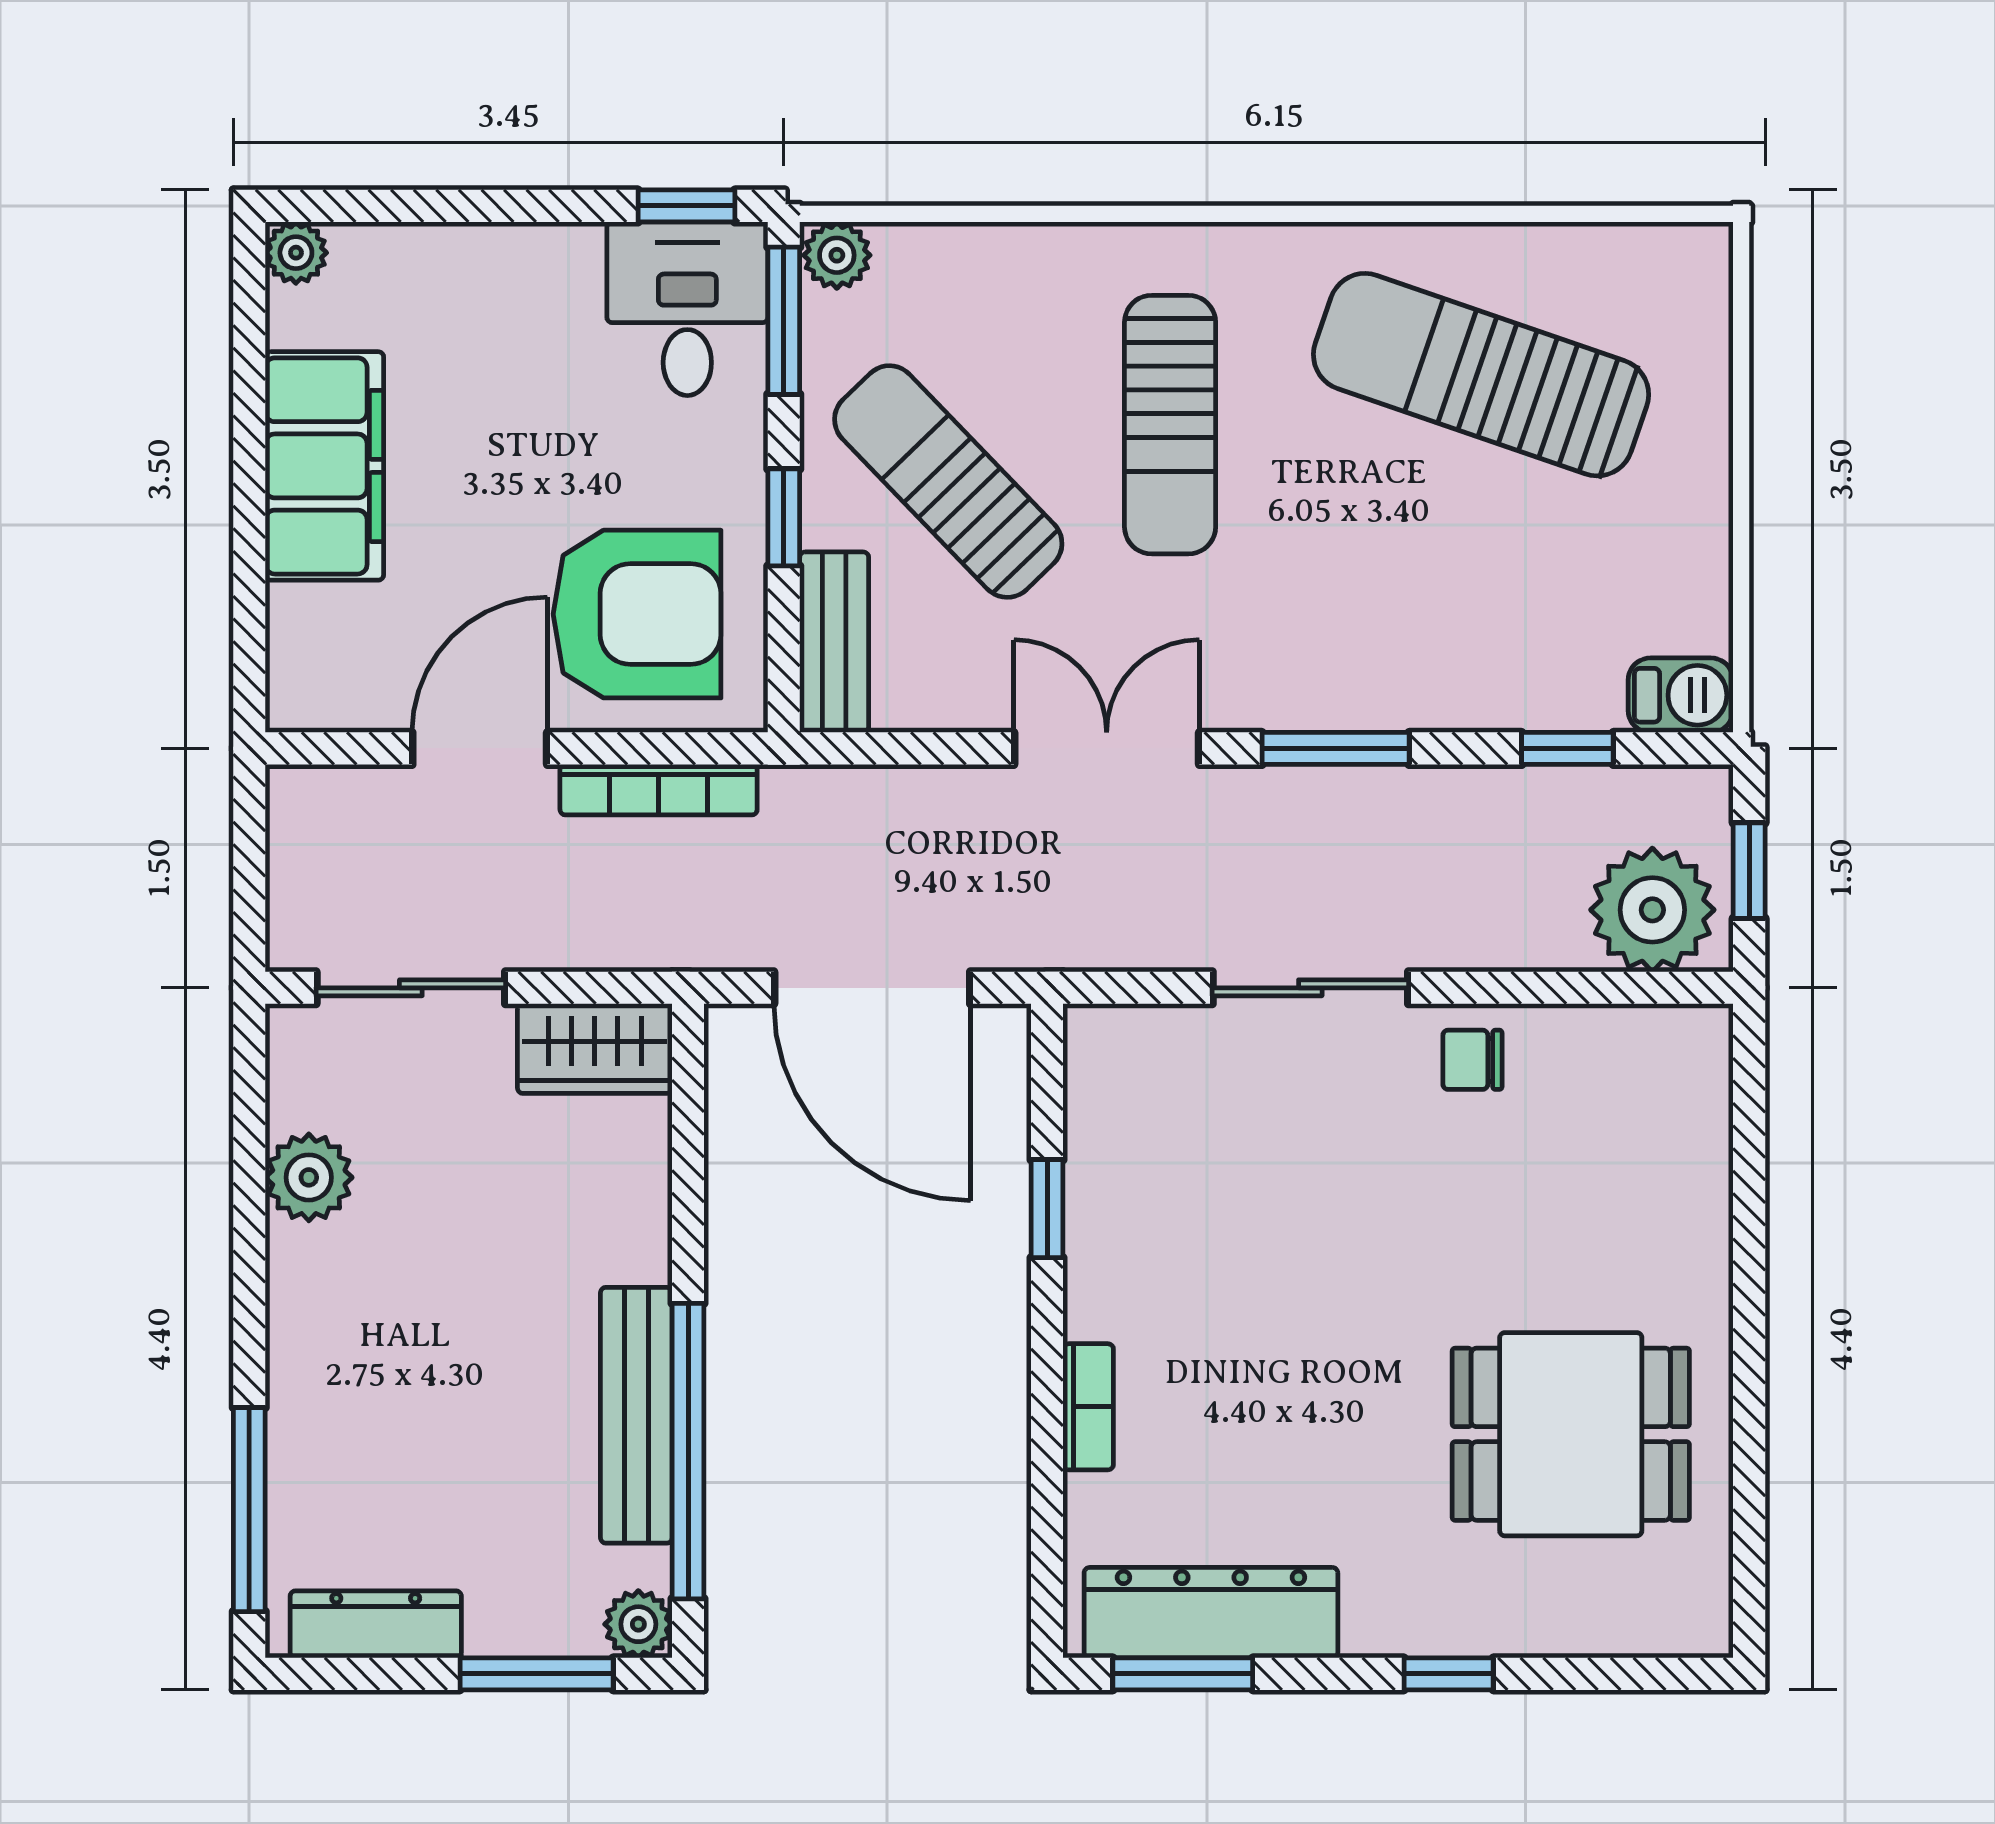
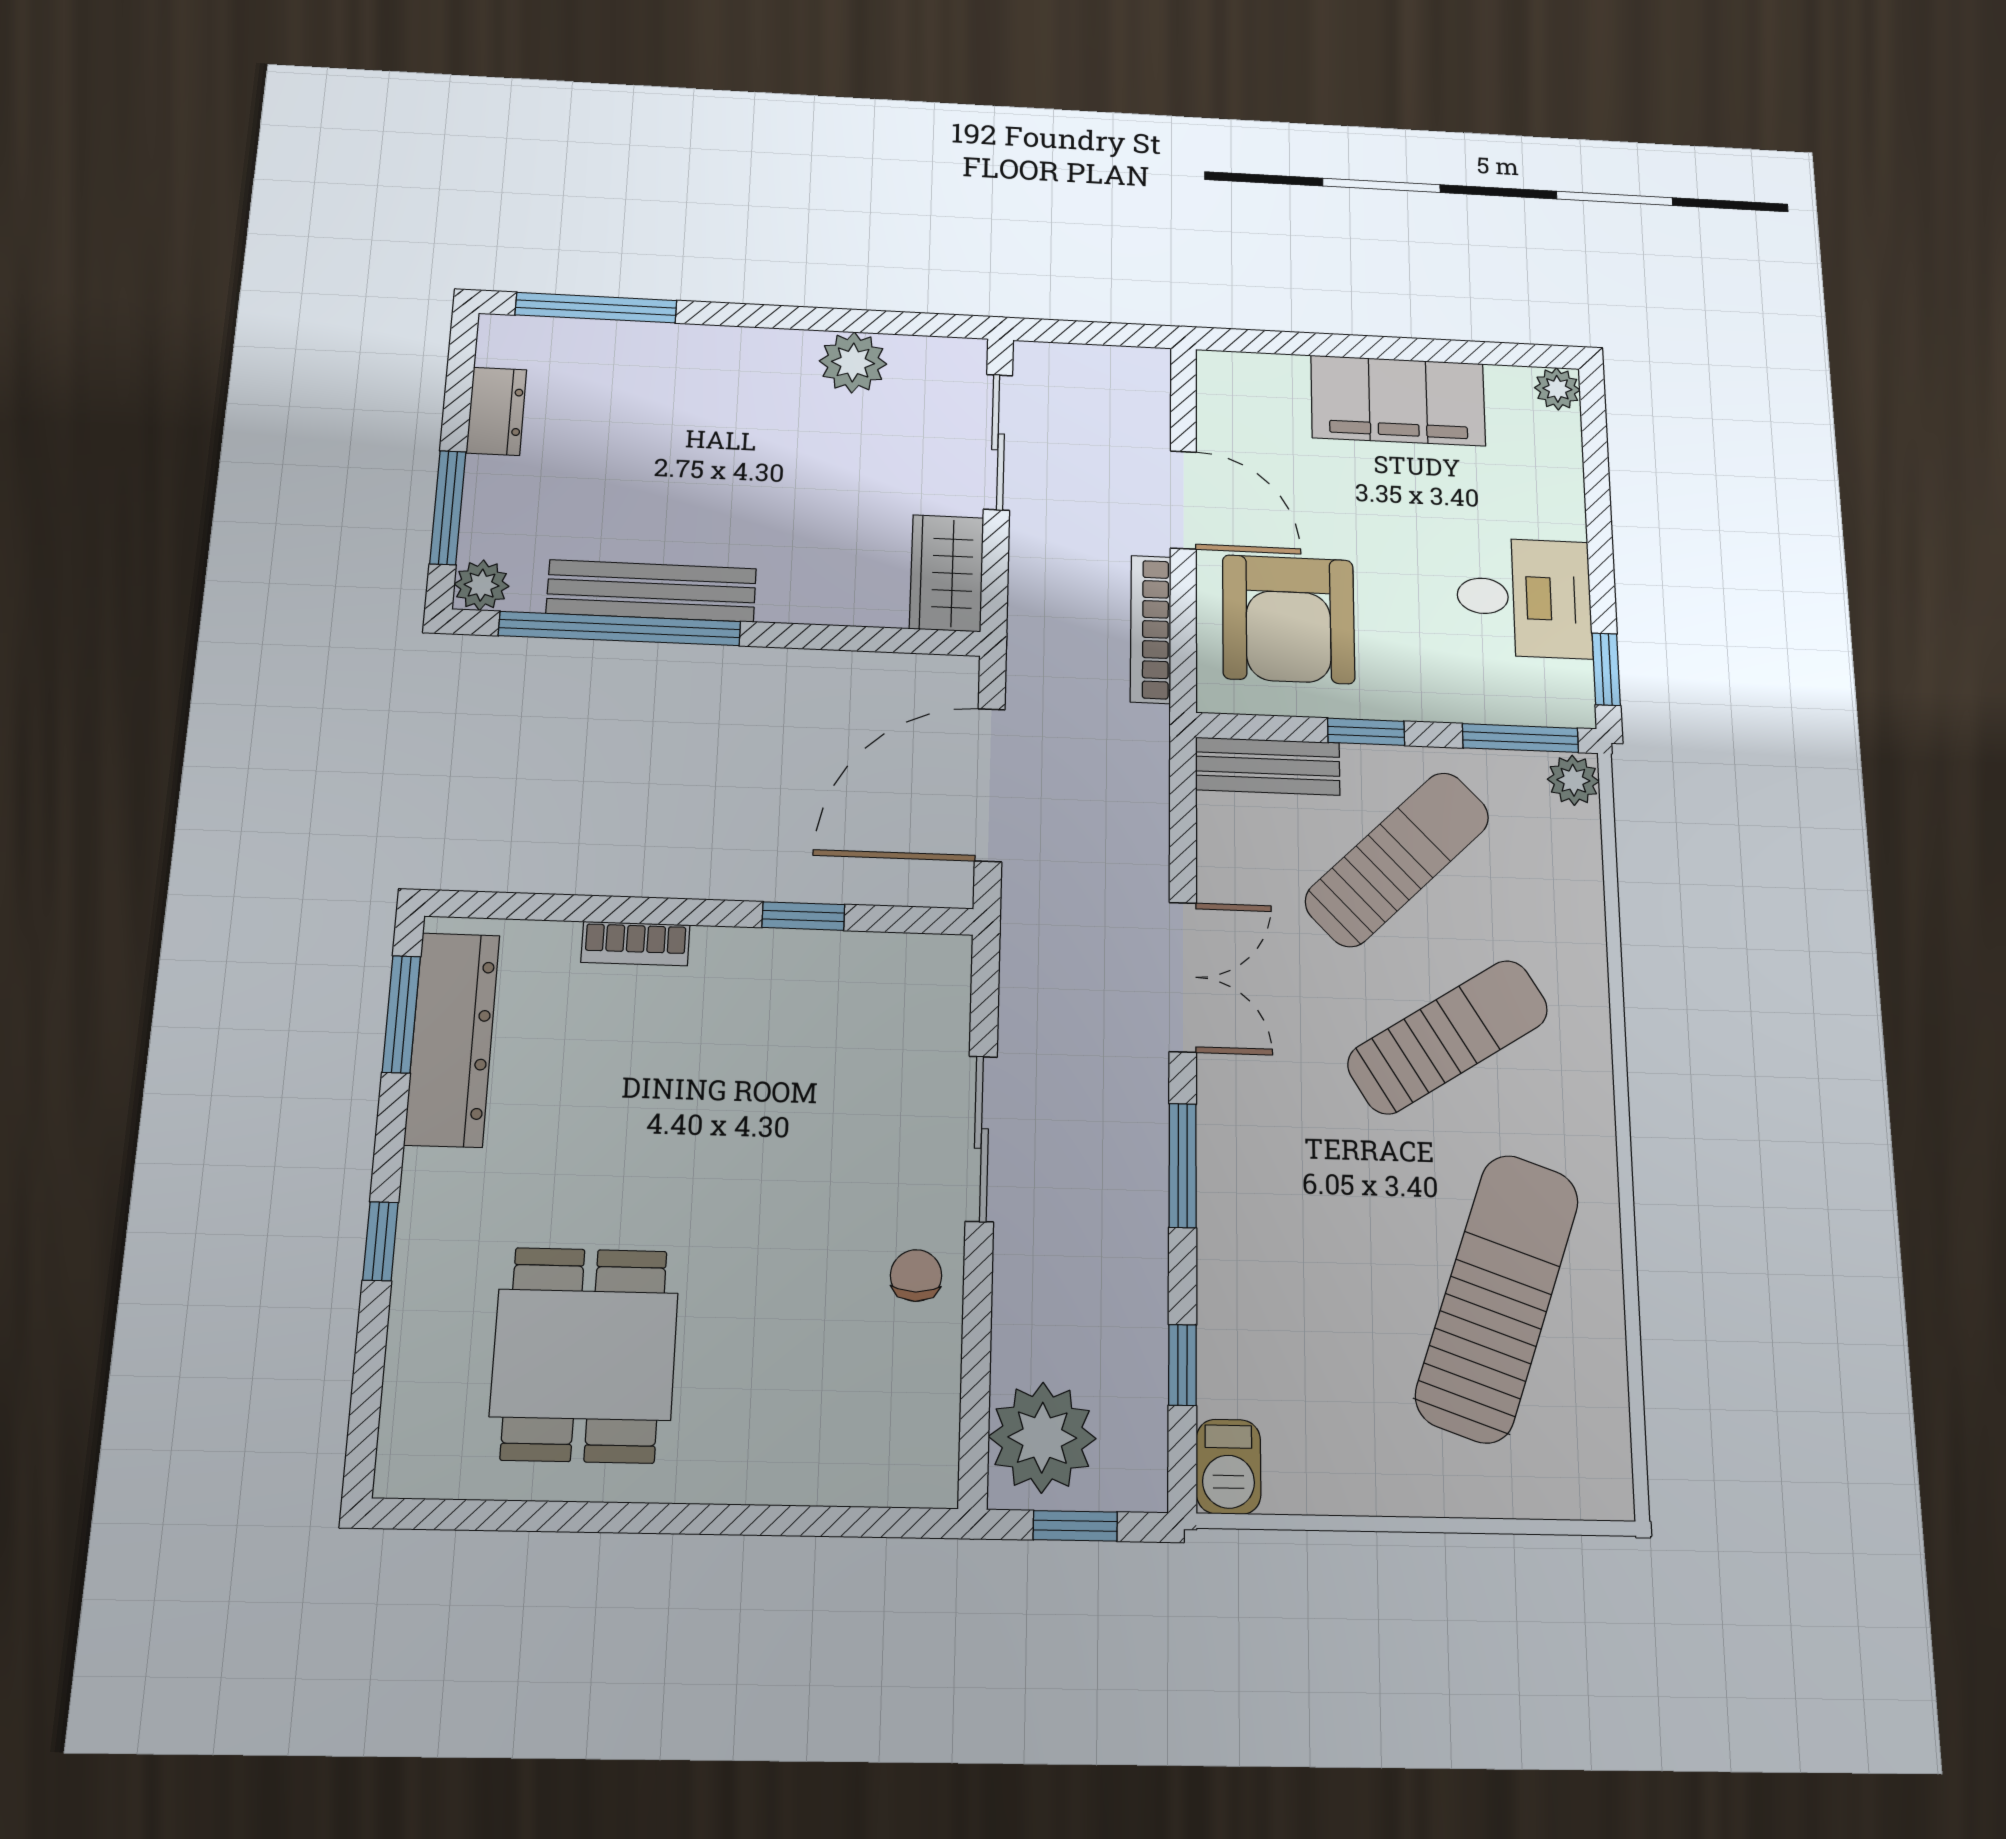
desk: (687, 309) -> (1524, 598), moved
sun lounger: (1170, 425) -> (1448, 1037), turned 148
dresser: (376, 1624) -> (496, 411), width x0.70

